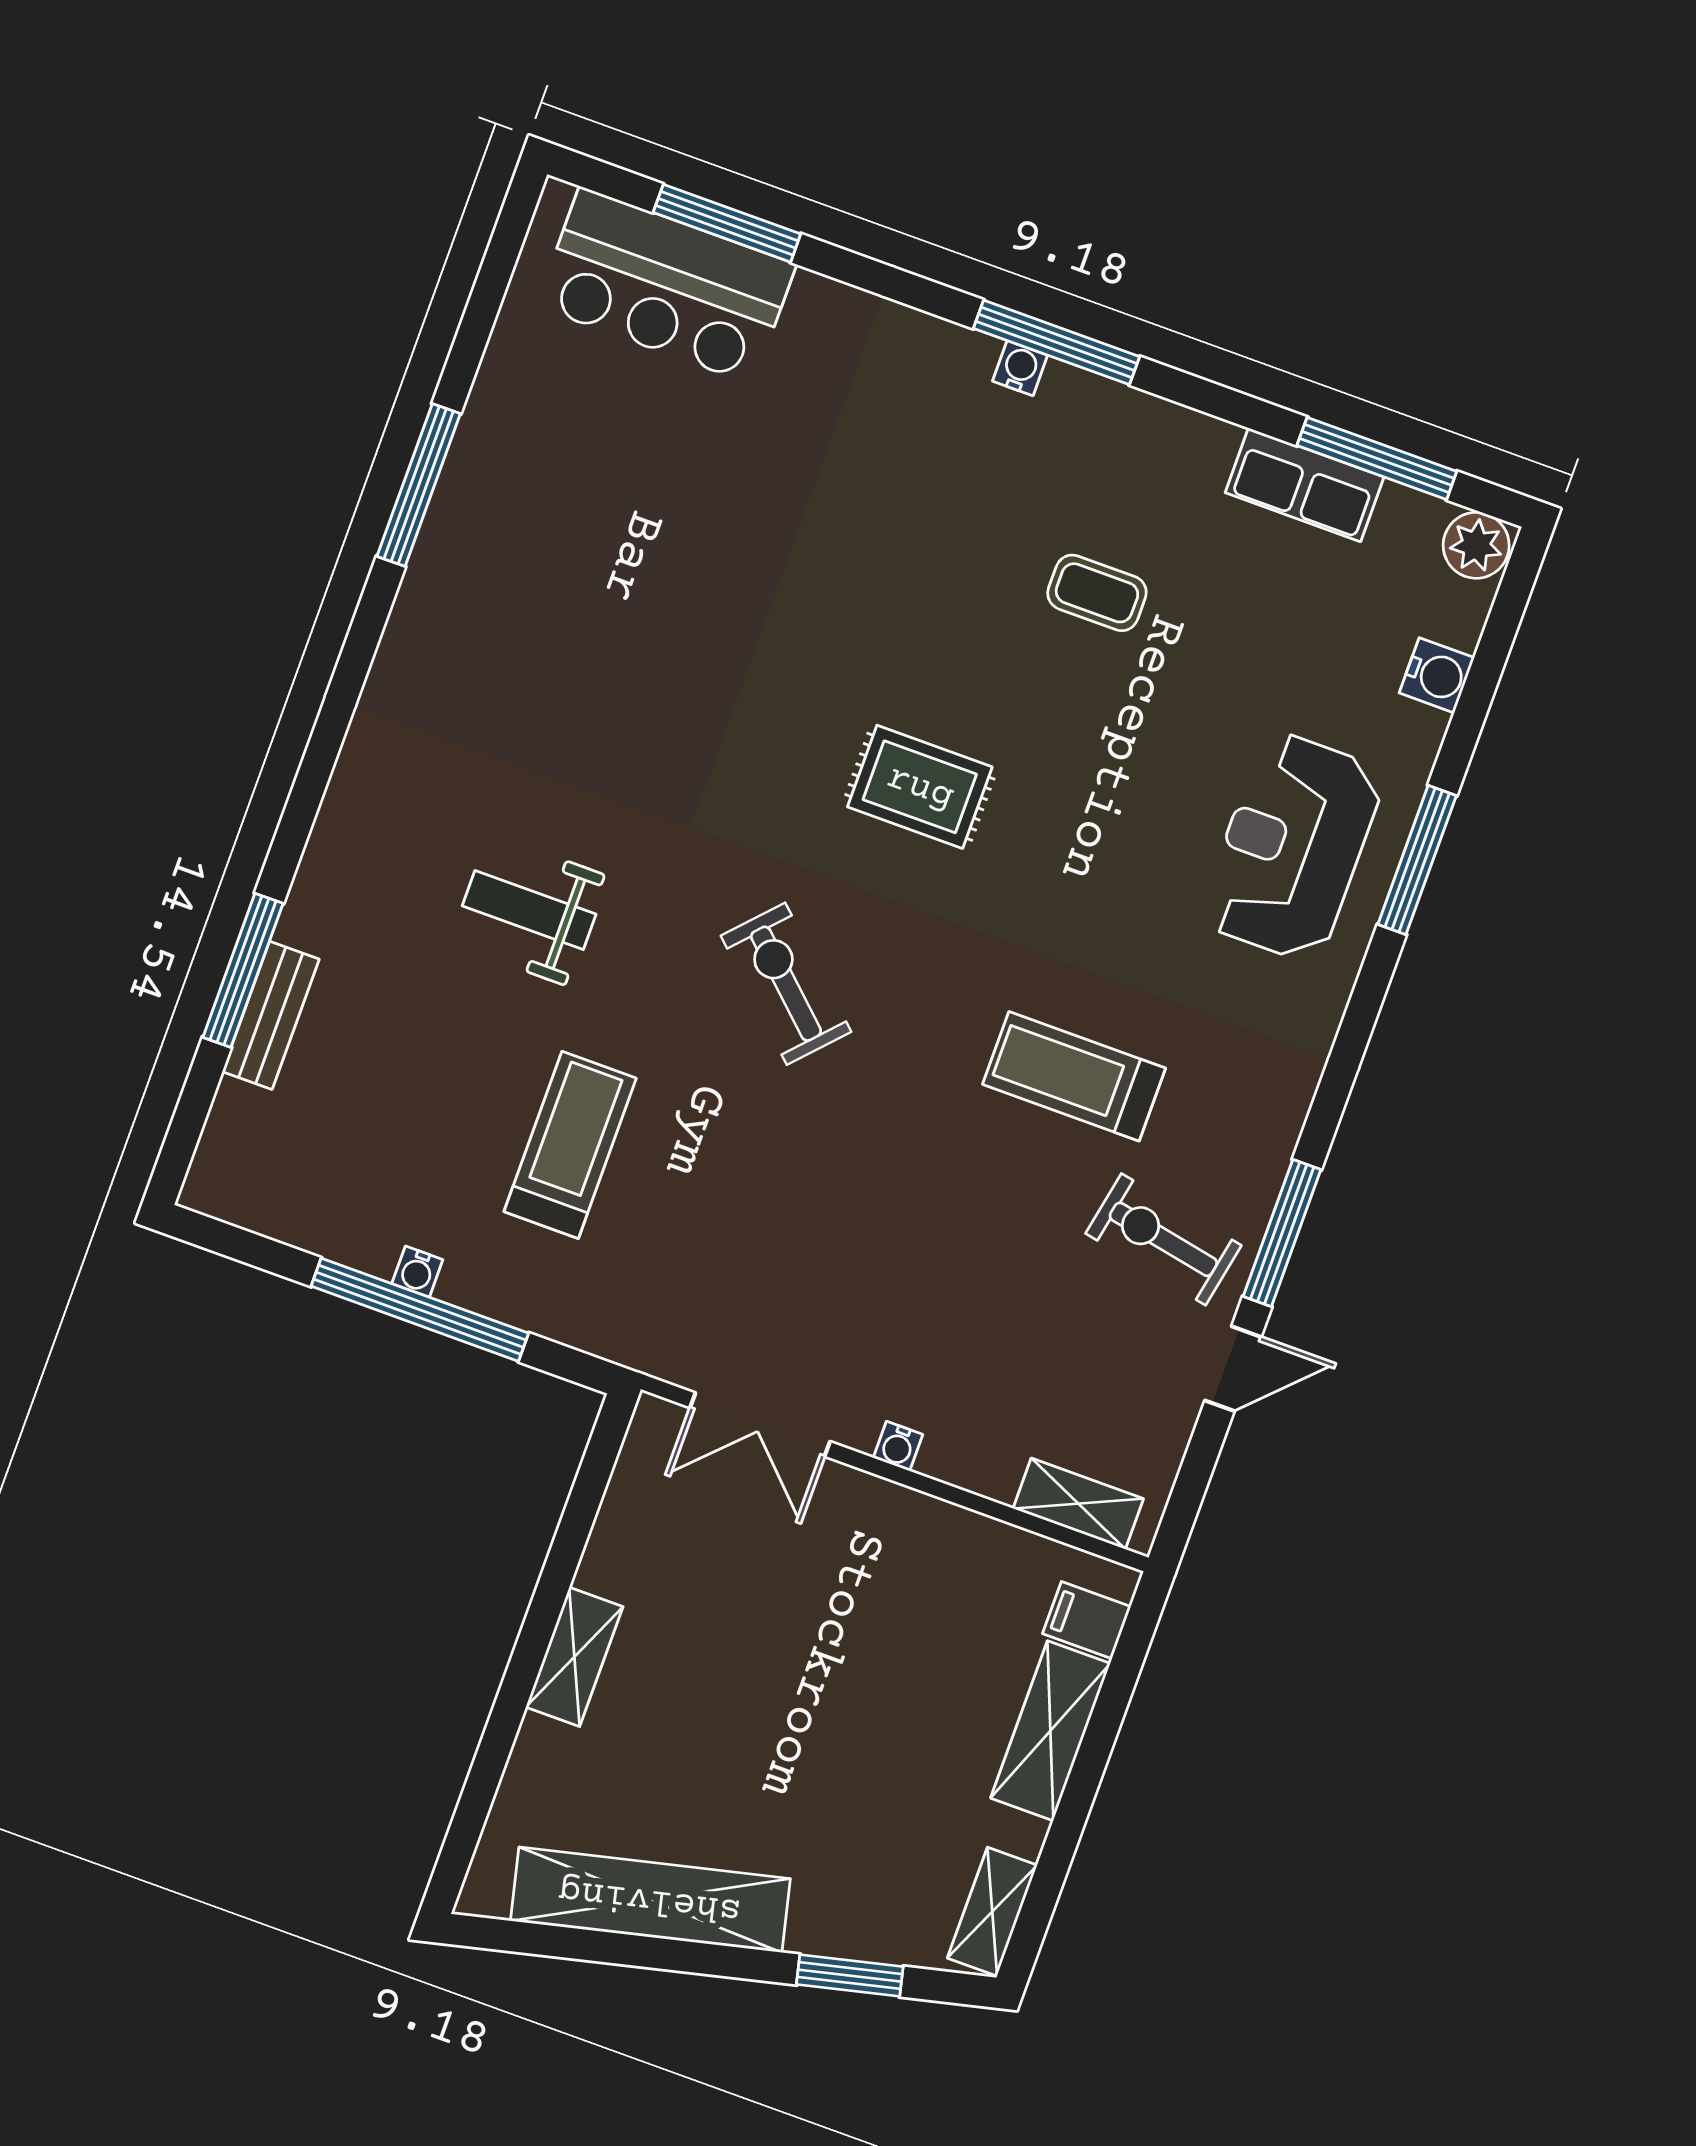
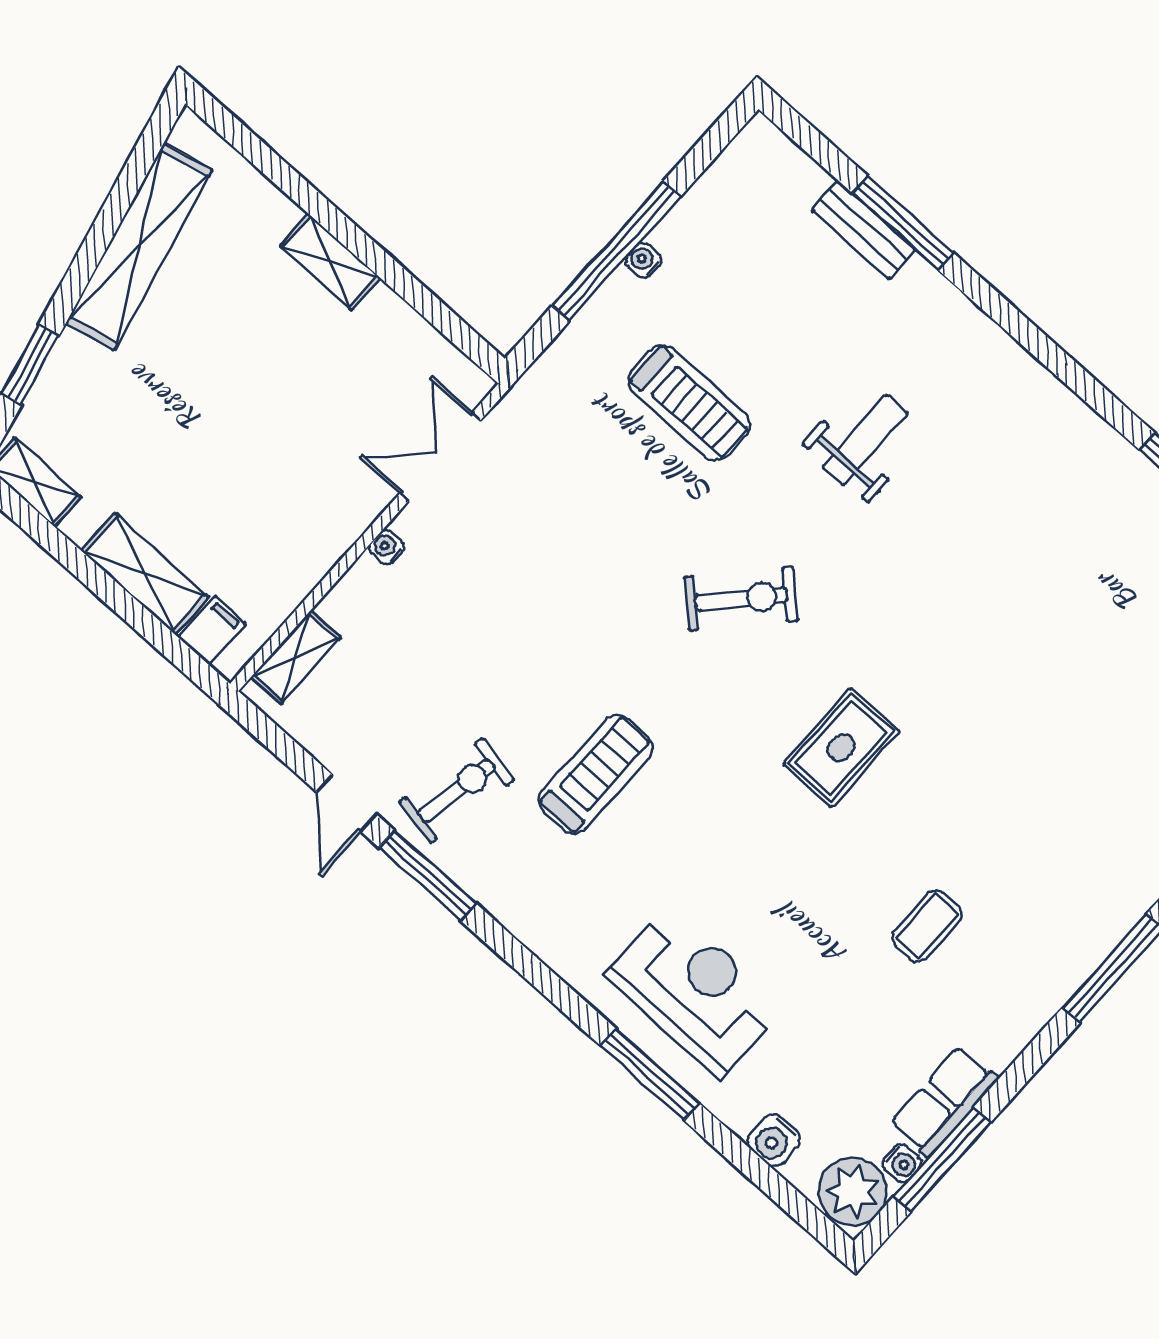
water cooler: (1020, 368) -> (902, 1163), moved
plant: (1476, 545) -> (853, 1192), width x1.36, depth x1.36

